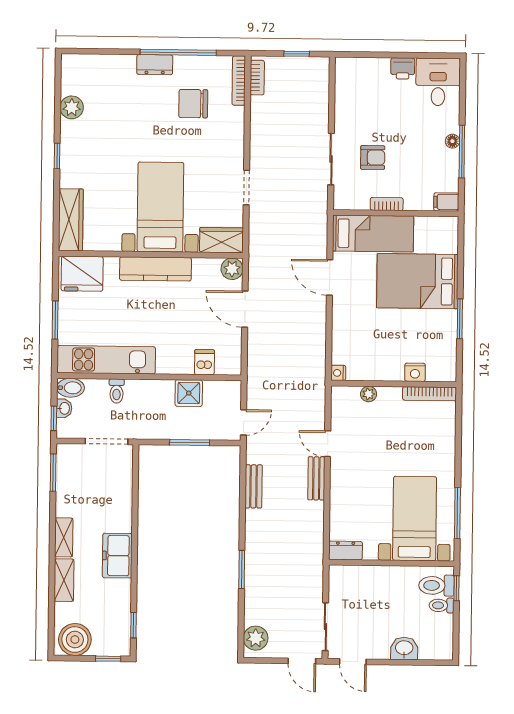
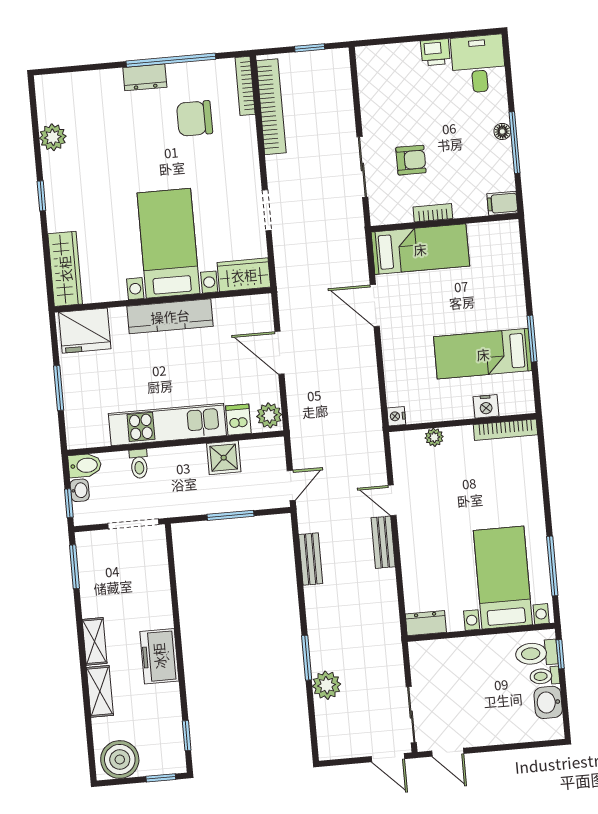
bookcase: (257, 78) -> (271, 107), width x2.31, depth x1.31
plant: (232, 269) -> (269, 415), moved
bed: (417, 281) -> (483, 354), moved, width x0.67
kitchen unit: (106, 360) -> (167, 424), moved
plant: (256, 638) -> (327, 685), moved
washbasin: (404, 648) -> (548, 702), moved, turned -90

